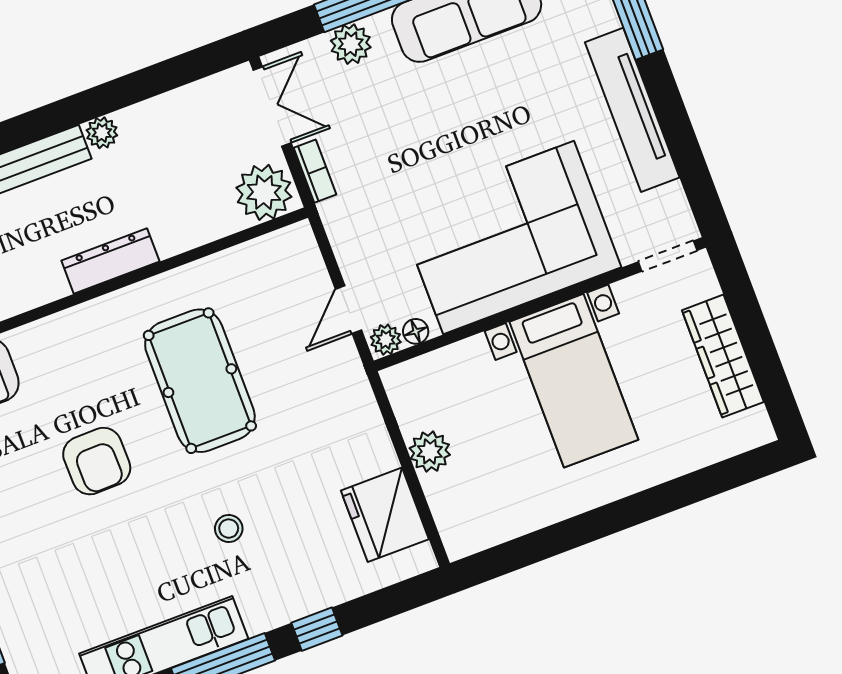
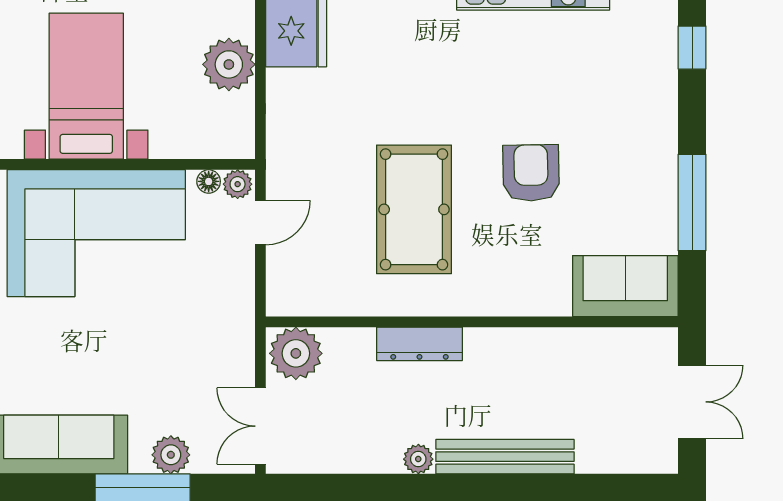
bookcase: (315, 171) -> (244, 355), removed
dresser: (110, 261) -> (419, 344), moved
plant: (430, 452) -> (229, 64), width x1.36, depth x1.36
stool: (229, 529) -> (437, 70), removed

